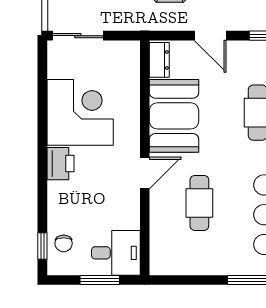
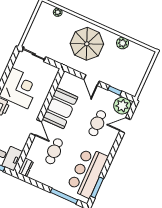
dresser: (159, 60) -> (26, 167), moved
door: (145, 173) -> (36, 127), hinge flipped

